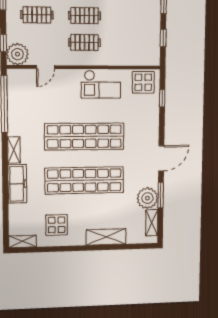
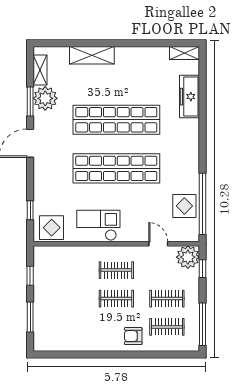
door: (45, 67) -> (158, 244), hinge flipped
shelving: (14, 150) -> (193, 154), removed
freezer: (17, 184) -> (189, 97), moved
display table: (57, 225) -> (184, 206), moved

